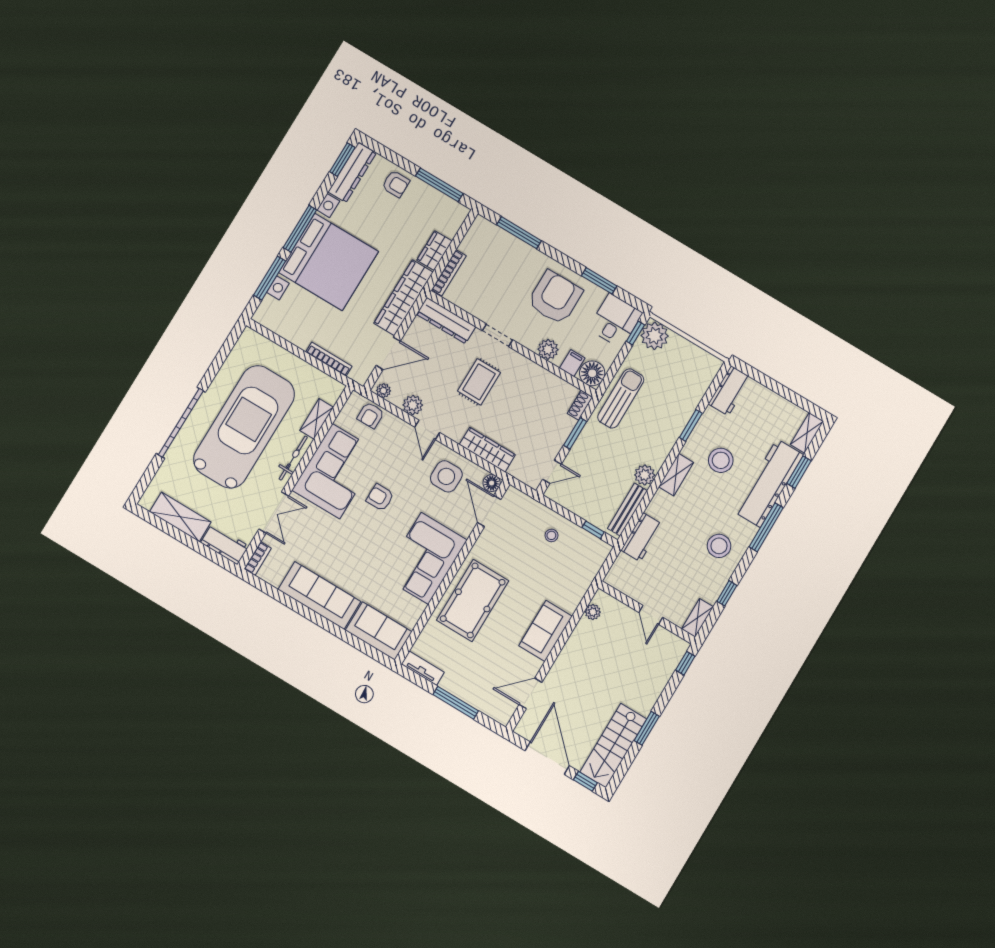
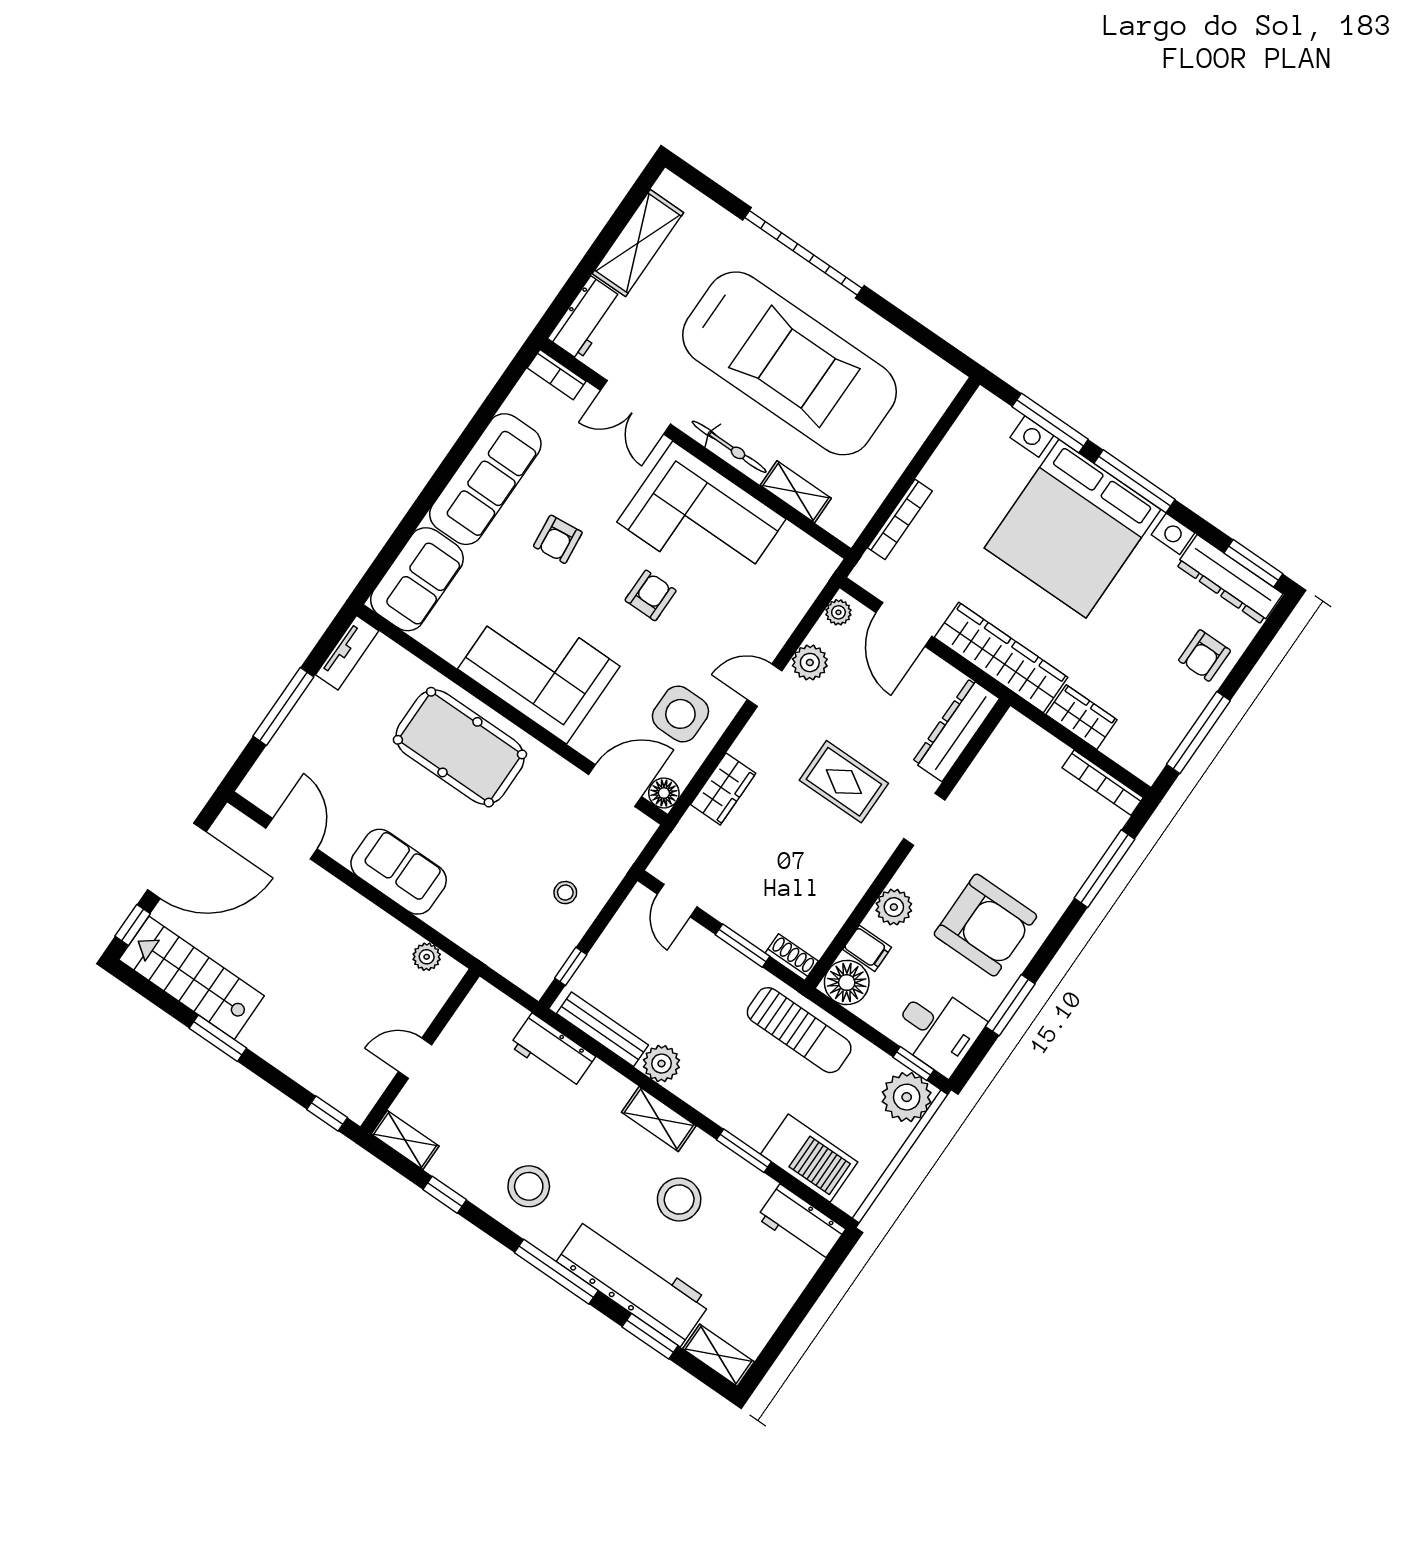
bookcase: (449, 273) -> (1103, 783), moved
barbecue: (693, 388) -> (809, 1158), added
armchair: (371, 415) -> (558, 539), moved, turned -96
wardrobe: (487, 450) -> (723, 789), width x0.67

